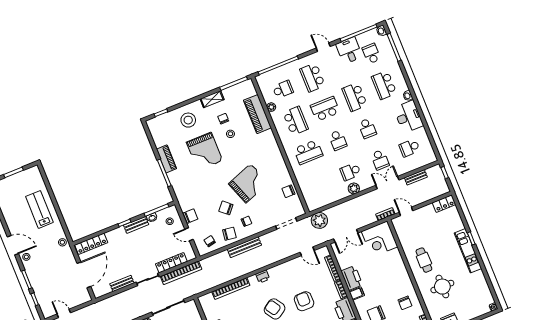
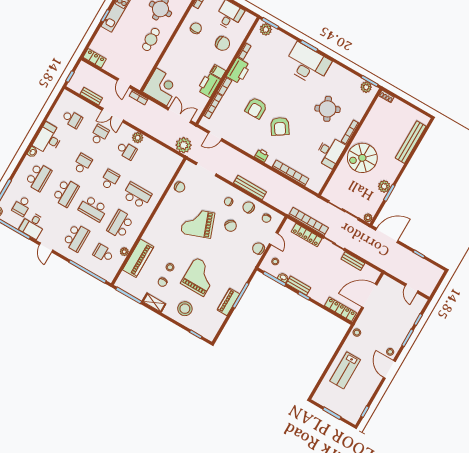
door: (307, 251) -> (215, 136), swing flipped

